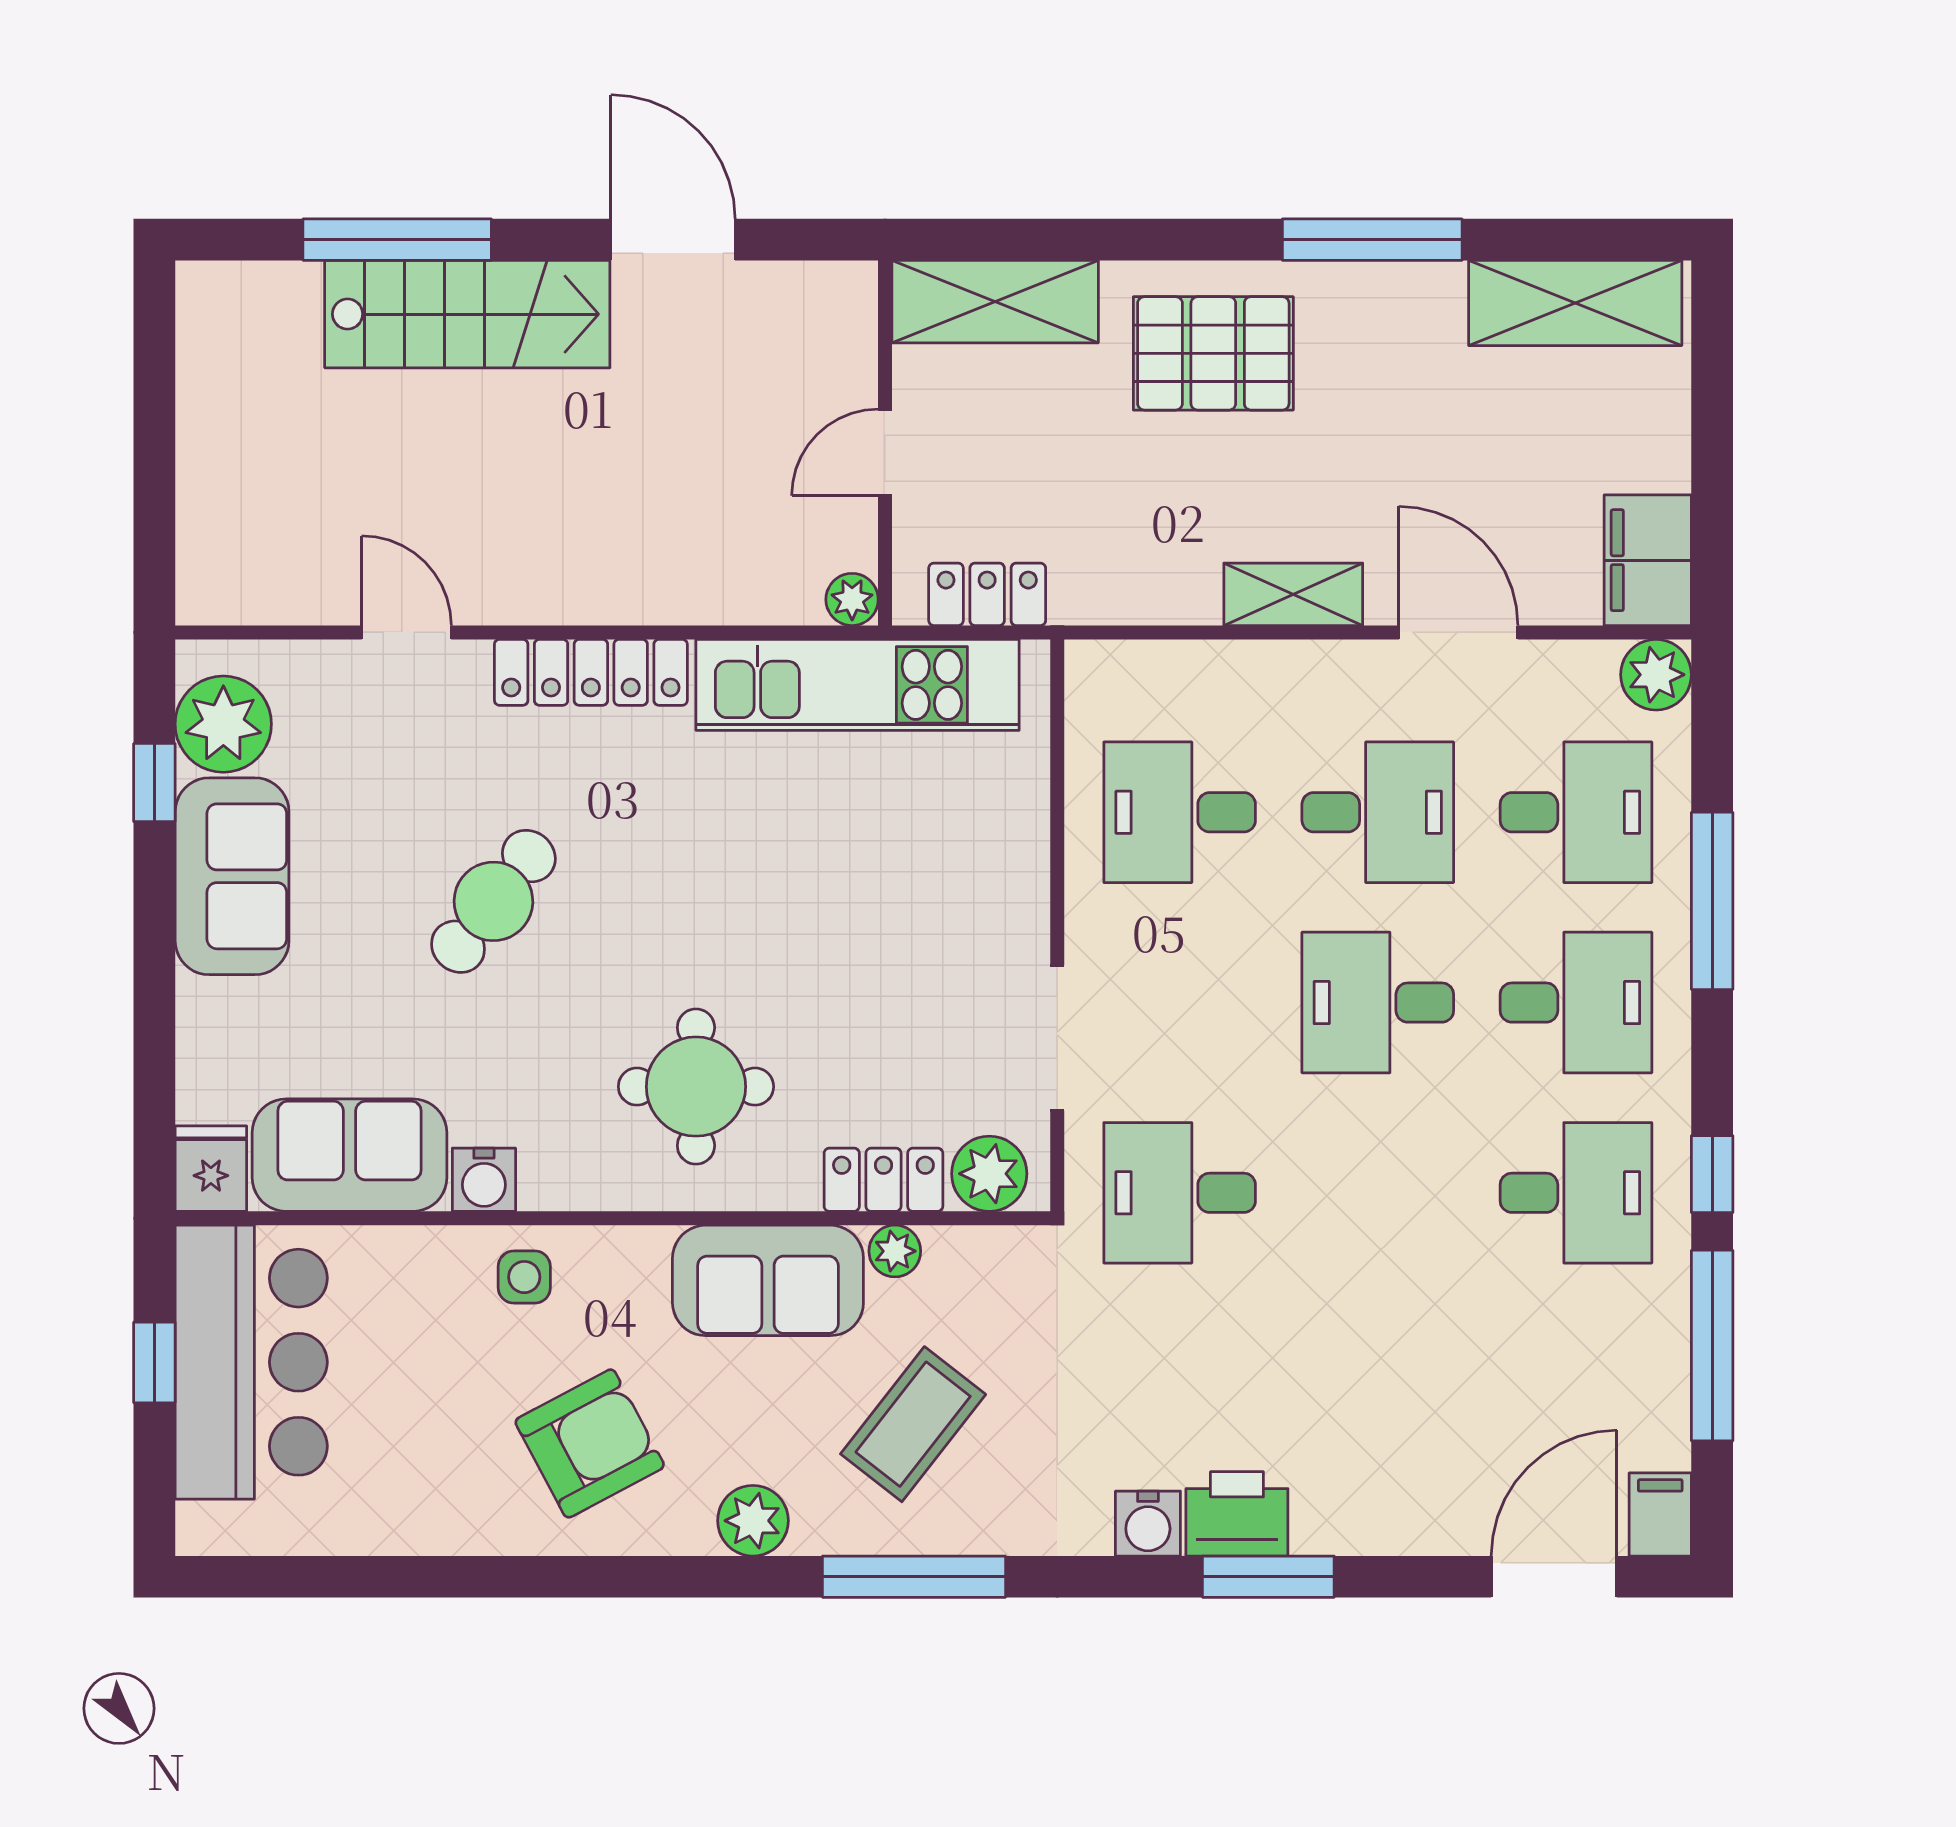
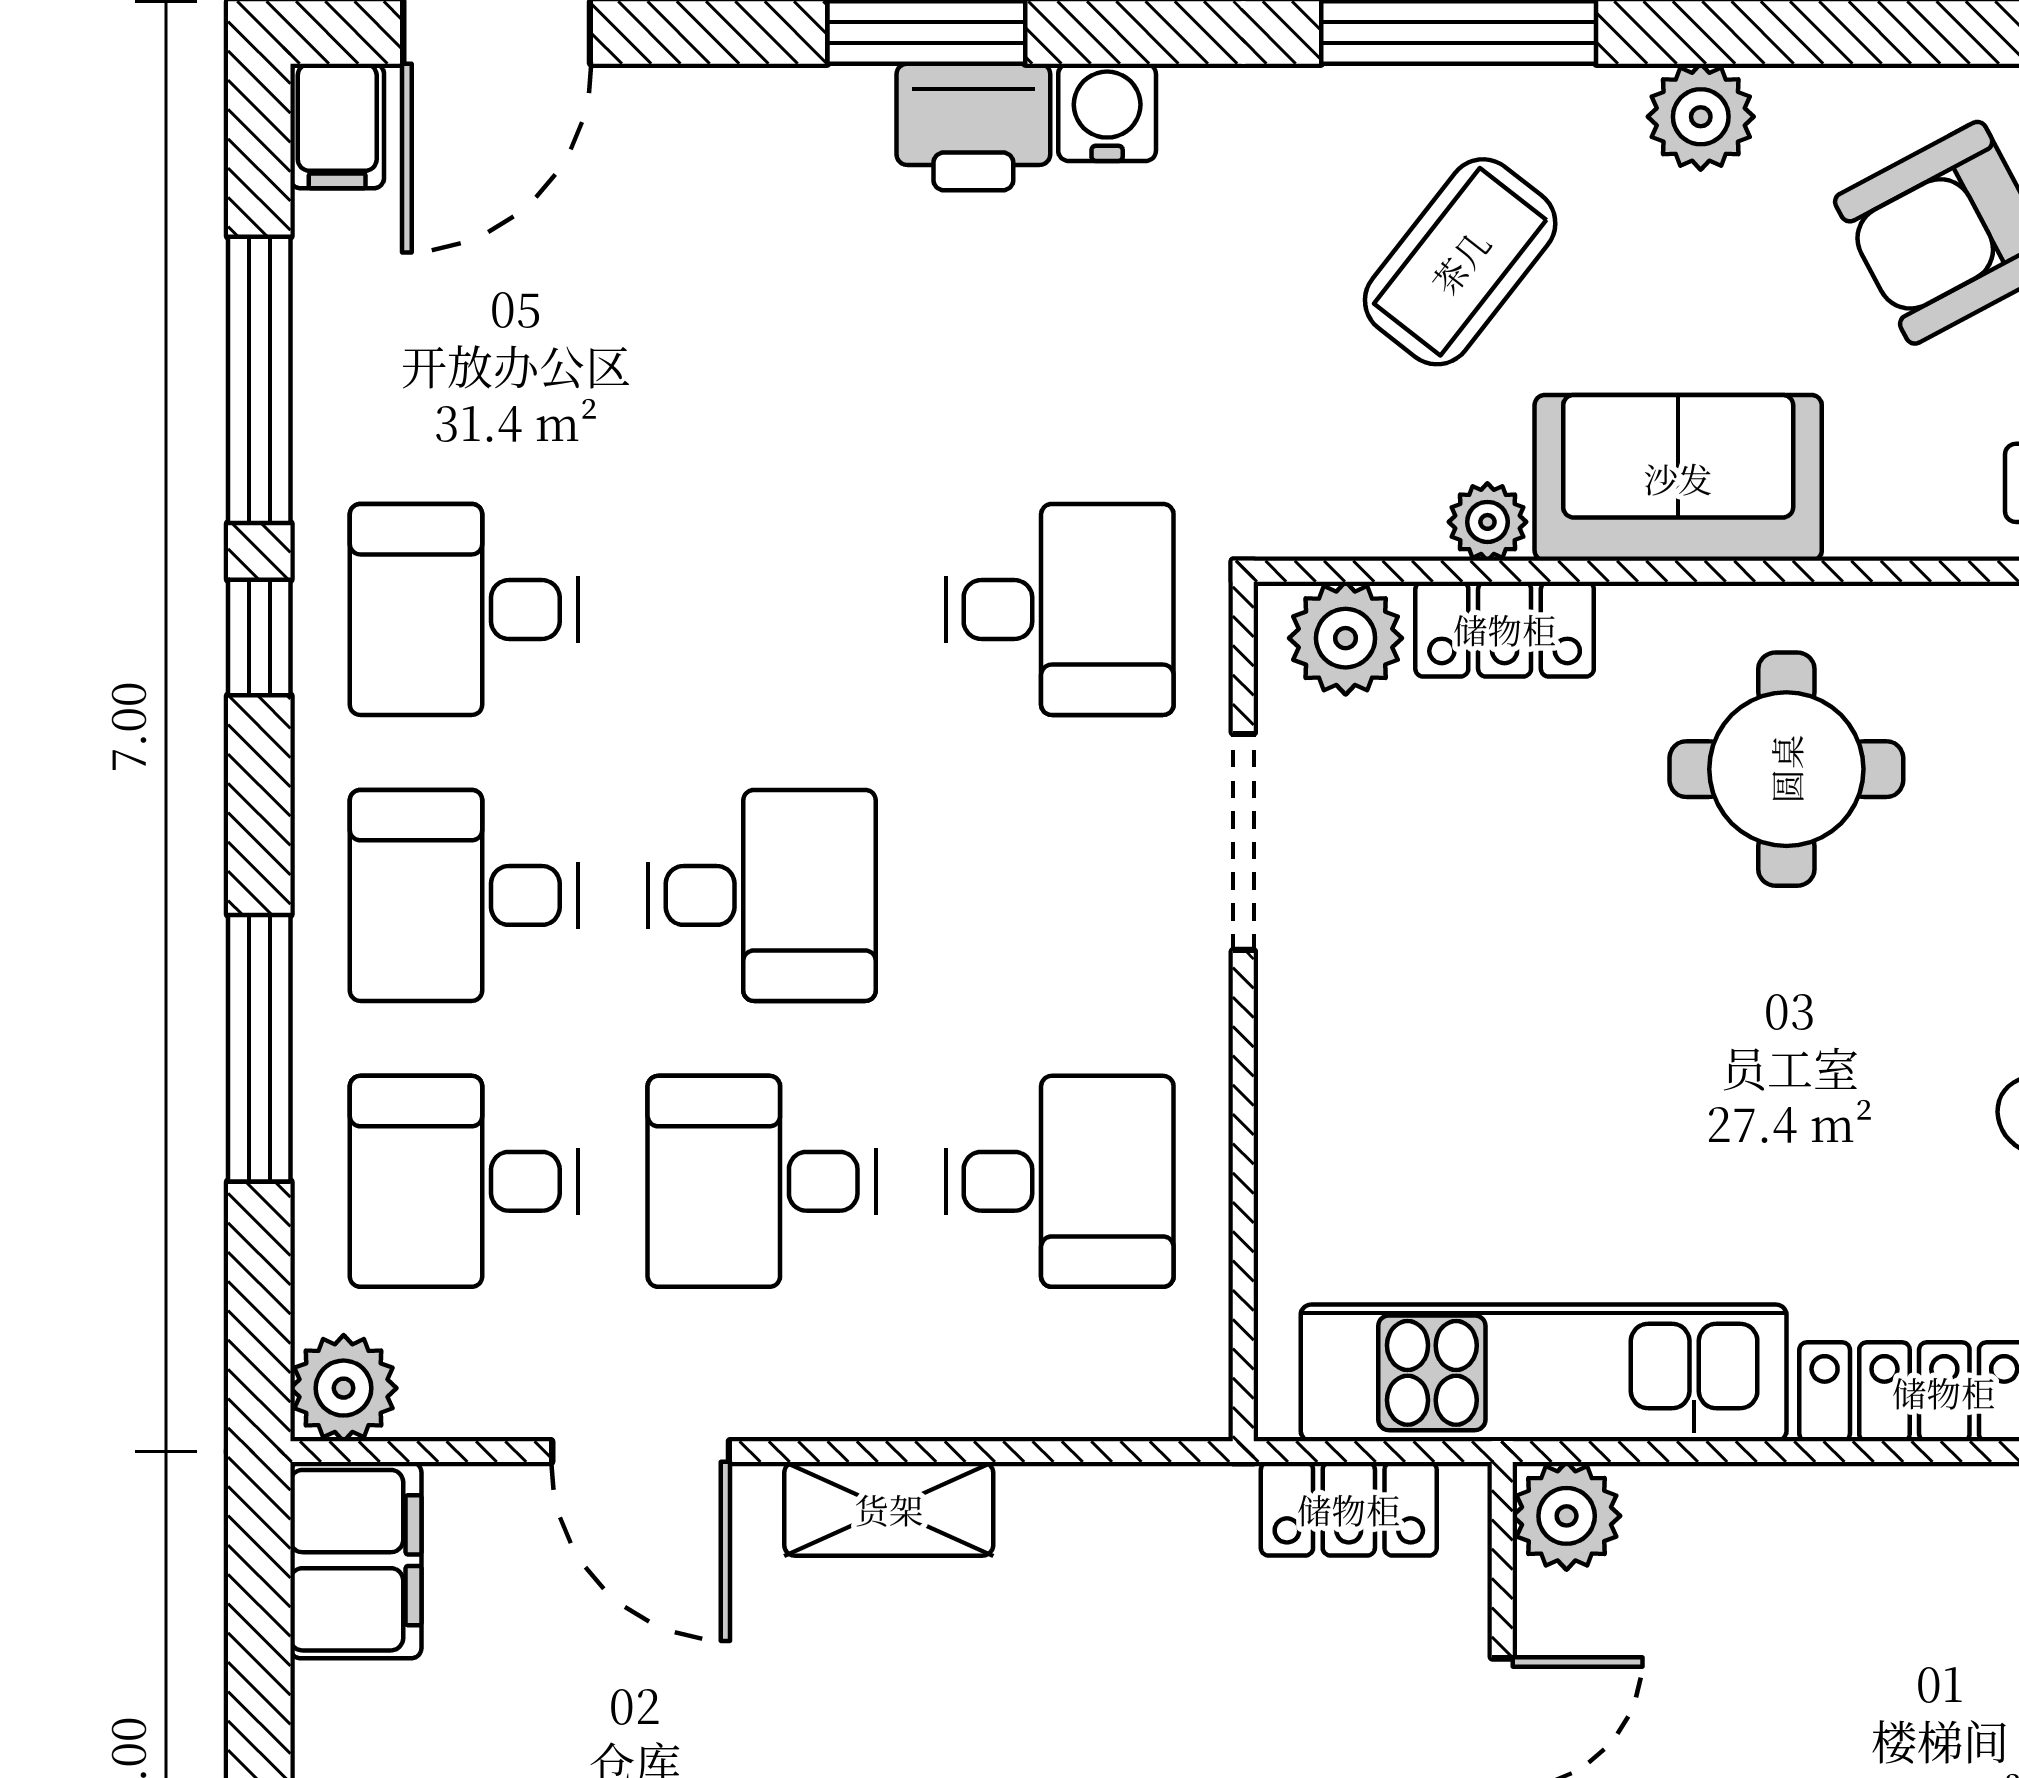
plant: (852, 599) -> (1567, 1516), width x1.38, depth x1.38

